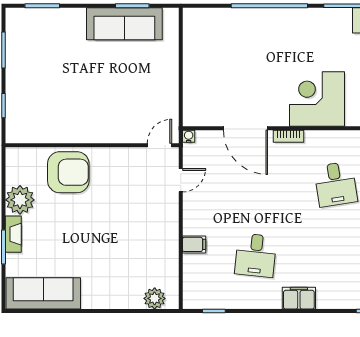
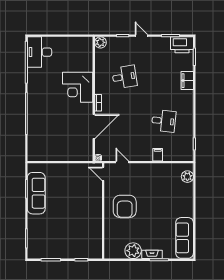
armchair: (68, 172) -> (125, 206), moved, turned 180
filing cabinet: (299, 298) -> (187, 81), moved

